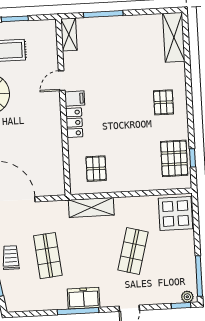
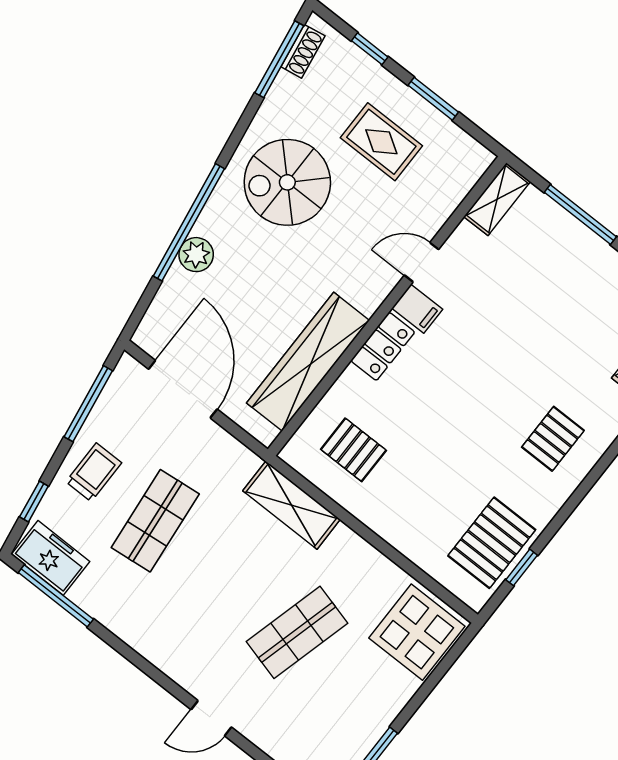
wardrobe: (52, 151) -> (308, 362), added
pallet: (96, 169) -> (353, 450), turned 90
freezer: (84, 298) -> (51, 558), moved
window: (78, 311) -> (56, 596), moved

